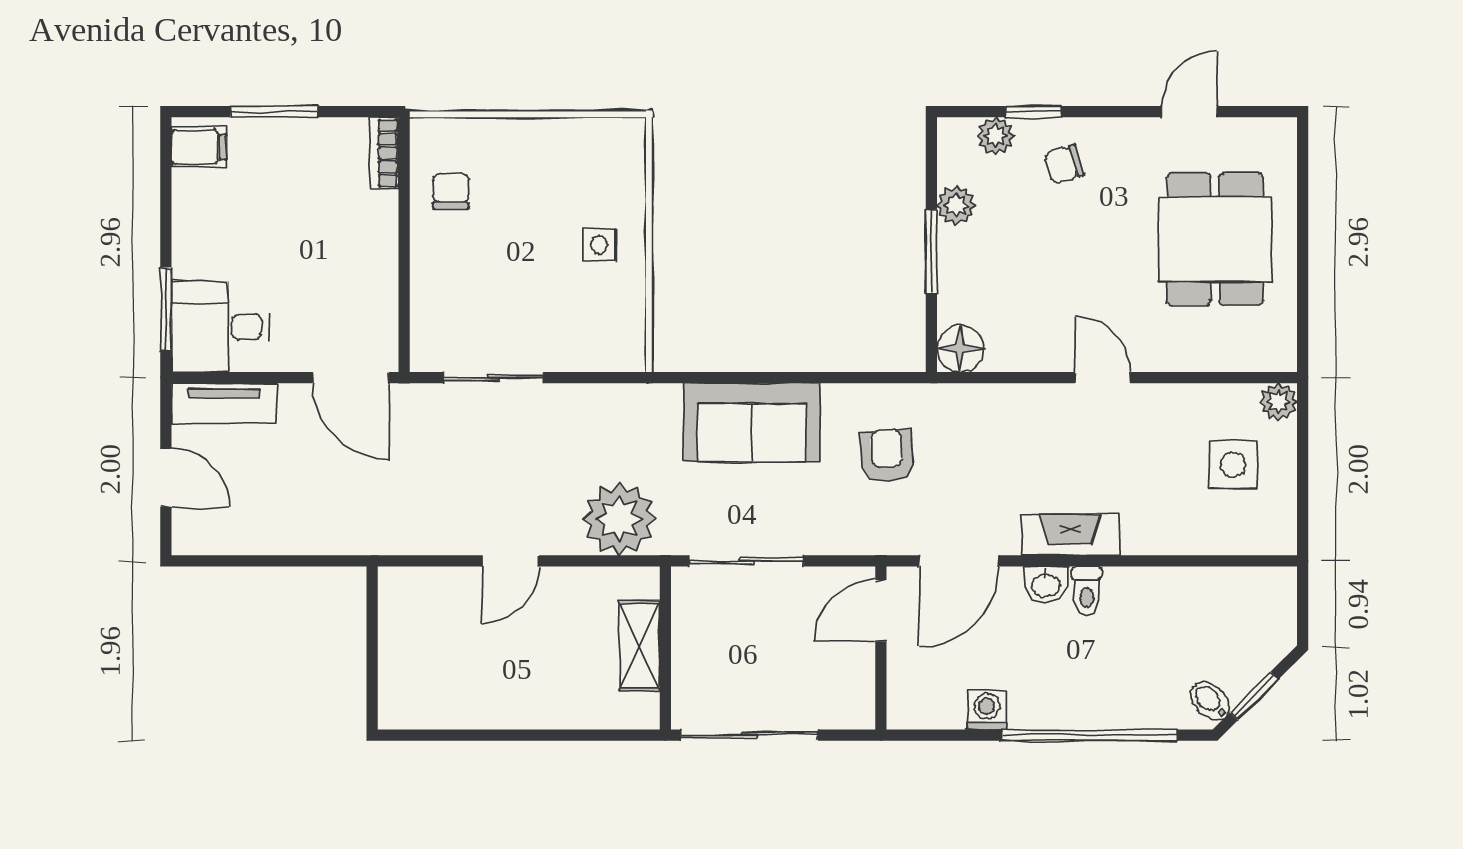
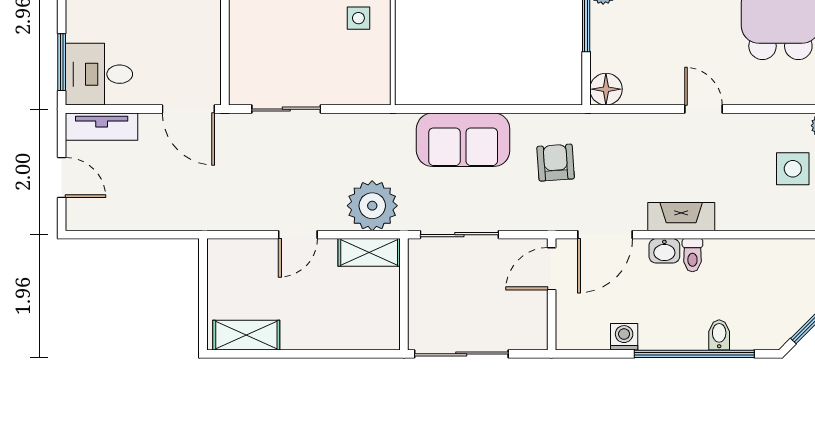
shelving: (640, 646) -> (369, 252), moved, turned 90
bidet: (1210, 701) -> (719, 335), moved, turned 45
shelving: (435, 708) -> (246, 335), added

